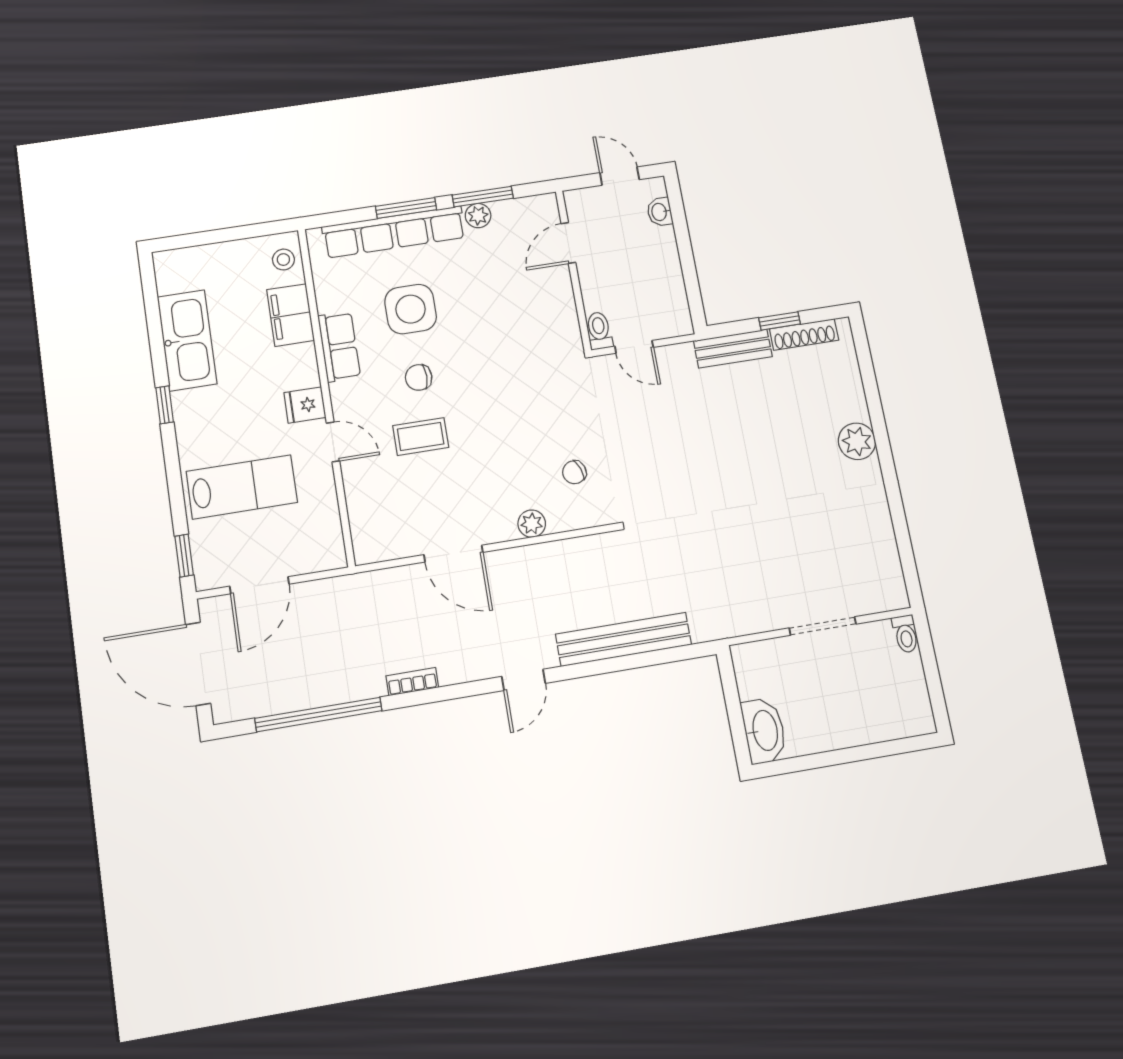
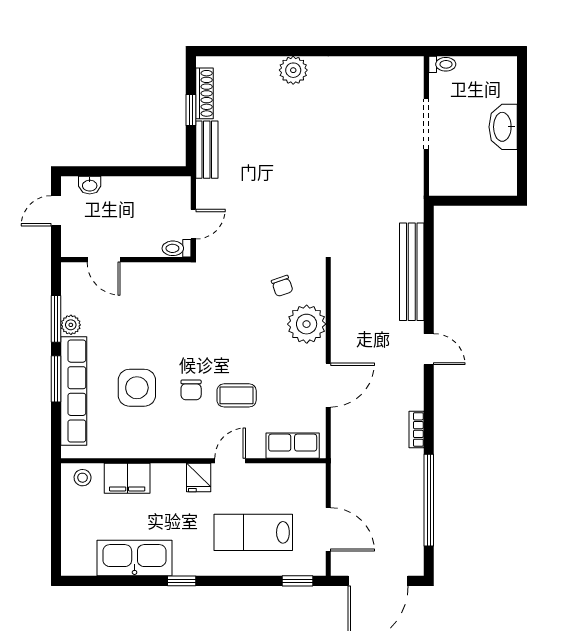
row of seats: (339, 347) -> (293, 446), moved
coffee table: (421, 437) -> (237, 395), turned 90
lab bench: (242, 487) -> (253, 532), turned -90
plant: (532, 524) -> (307, 324), width x1.87, depth x1.87
washbasin: (764, 731) -> (503, 127), moved, turned -90

